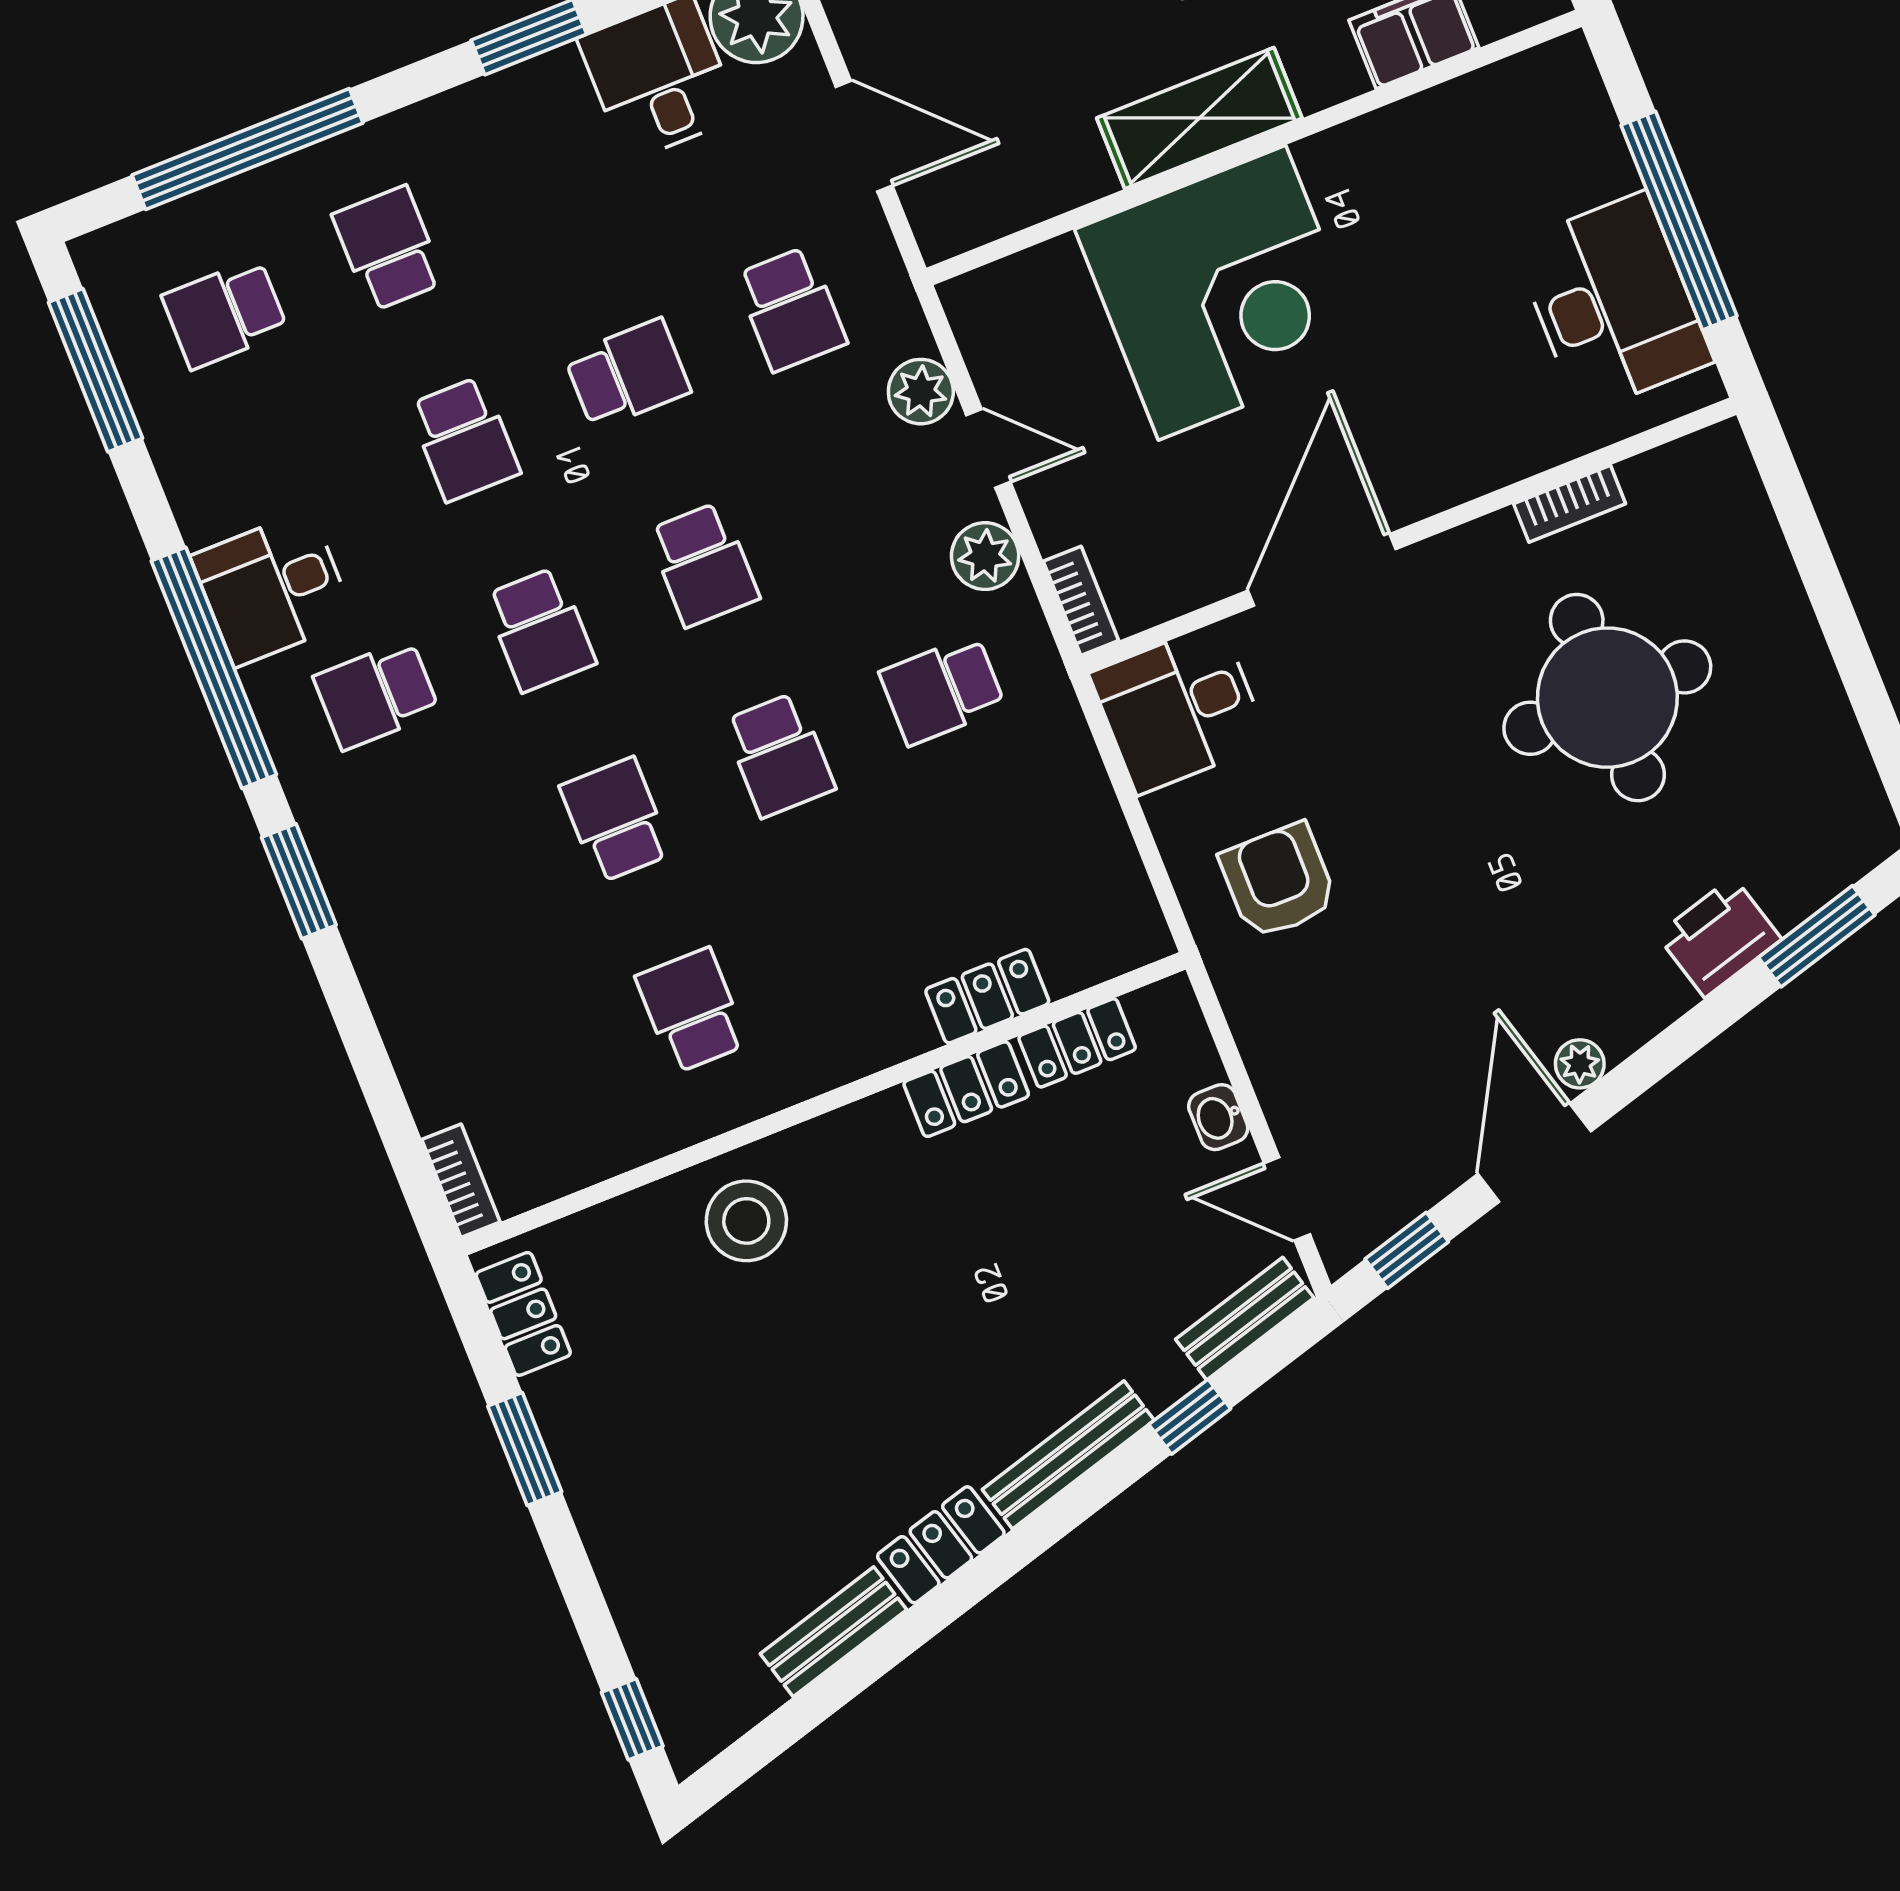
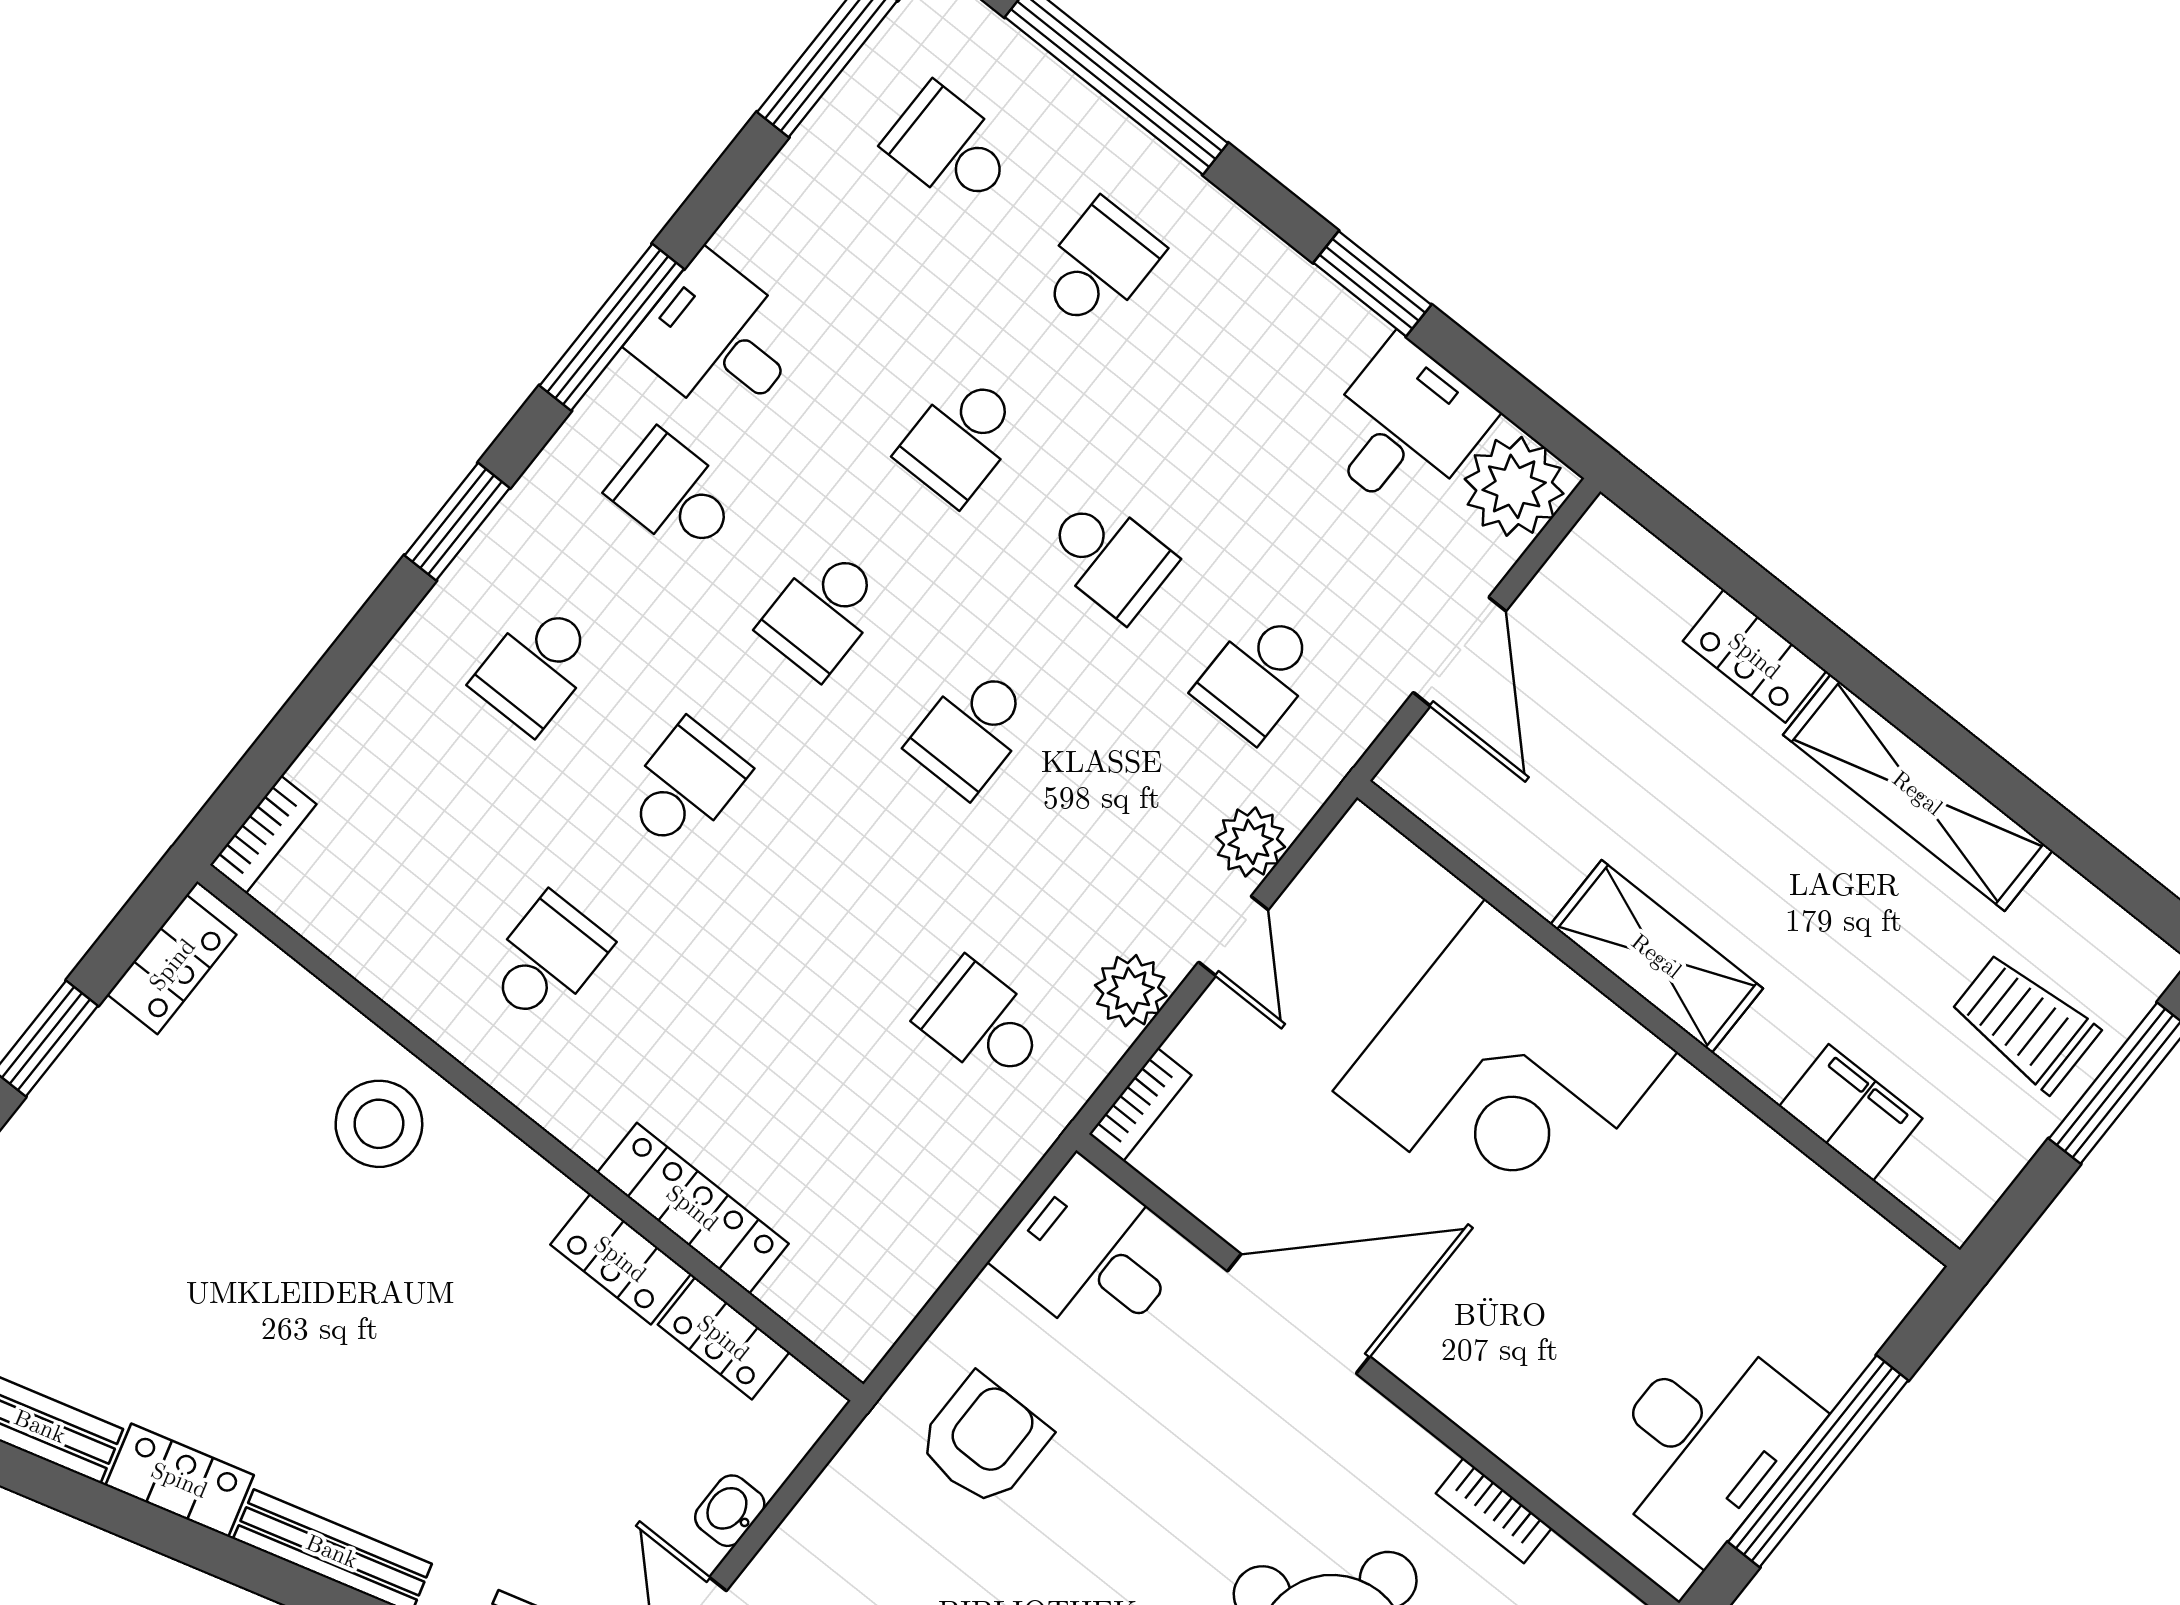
window: (214, 668) -> (612, 327), width x0.68
school desk: (779, 755) -> (536, 668), moved
locker: (987, 996) -> (693, 1208), width x1.53

